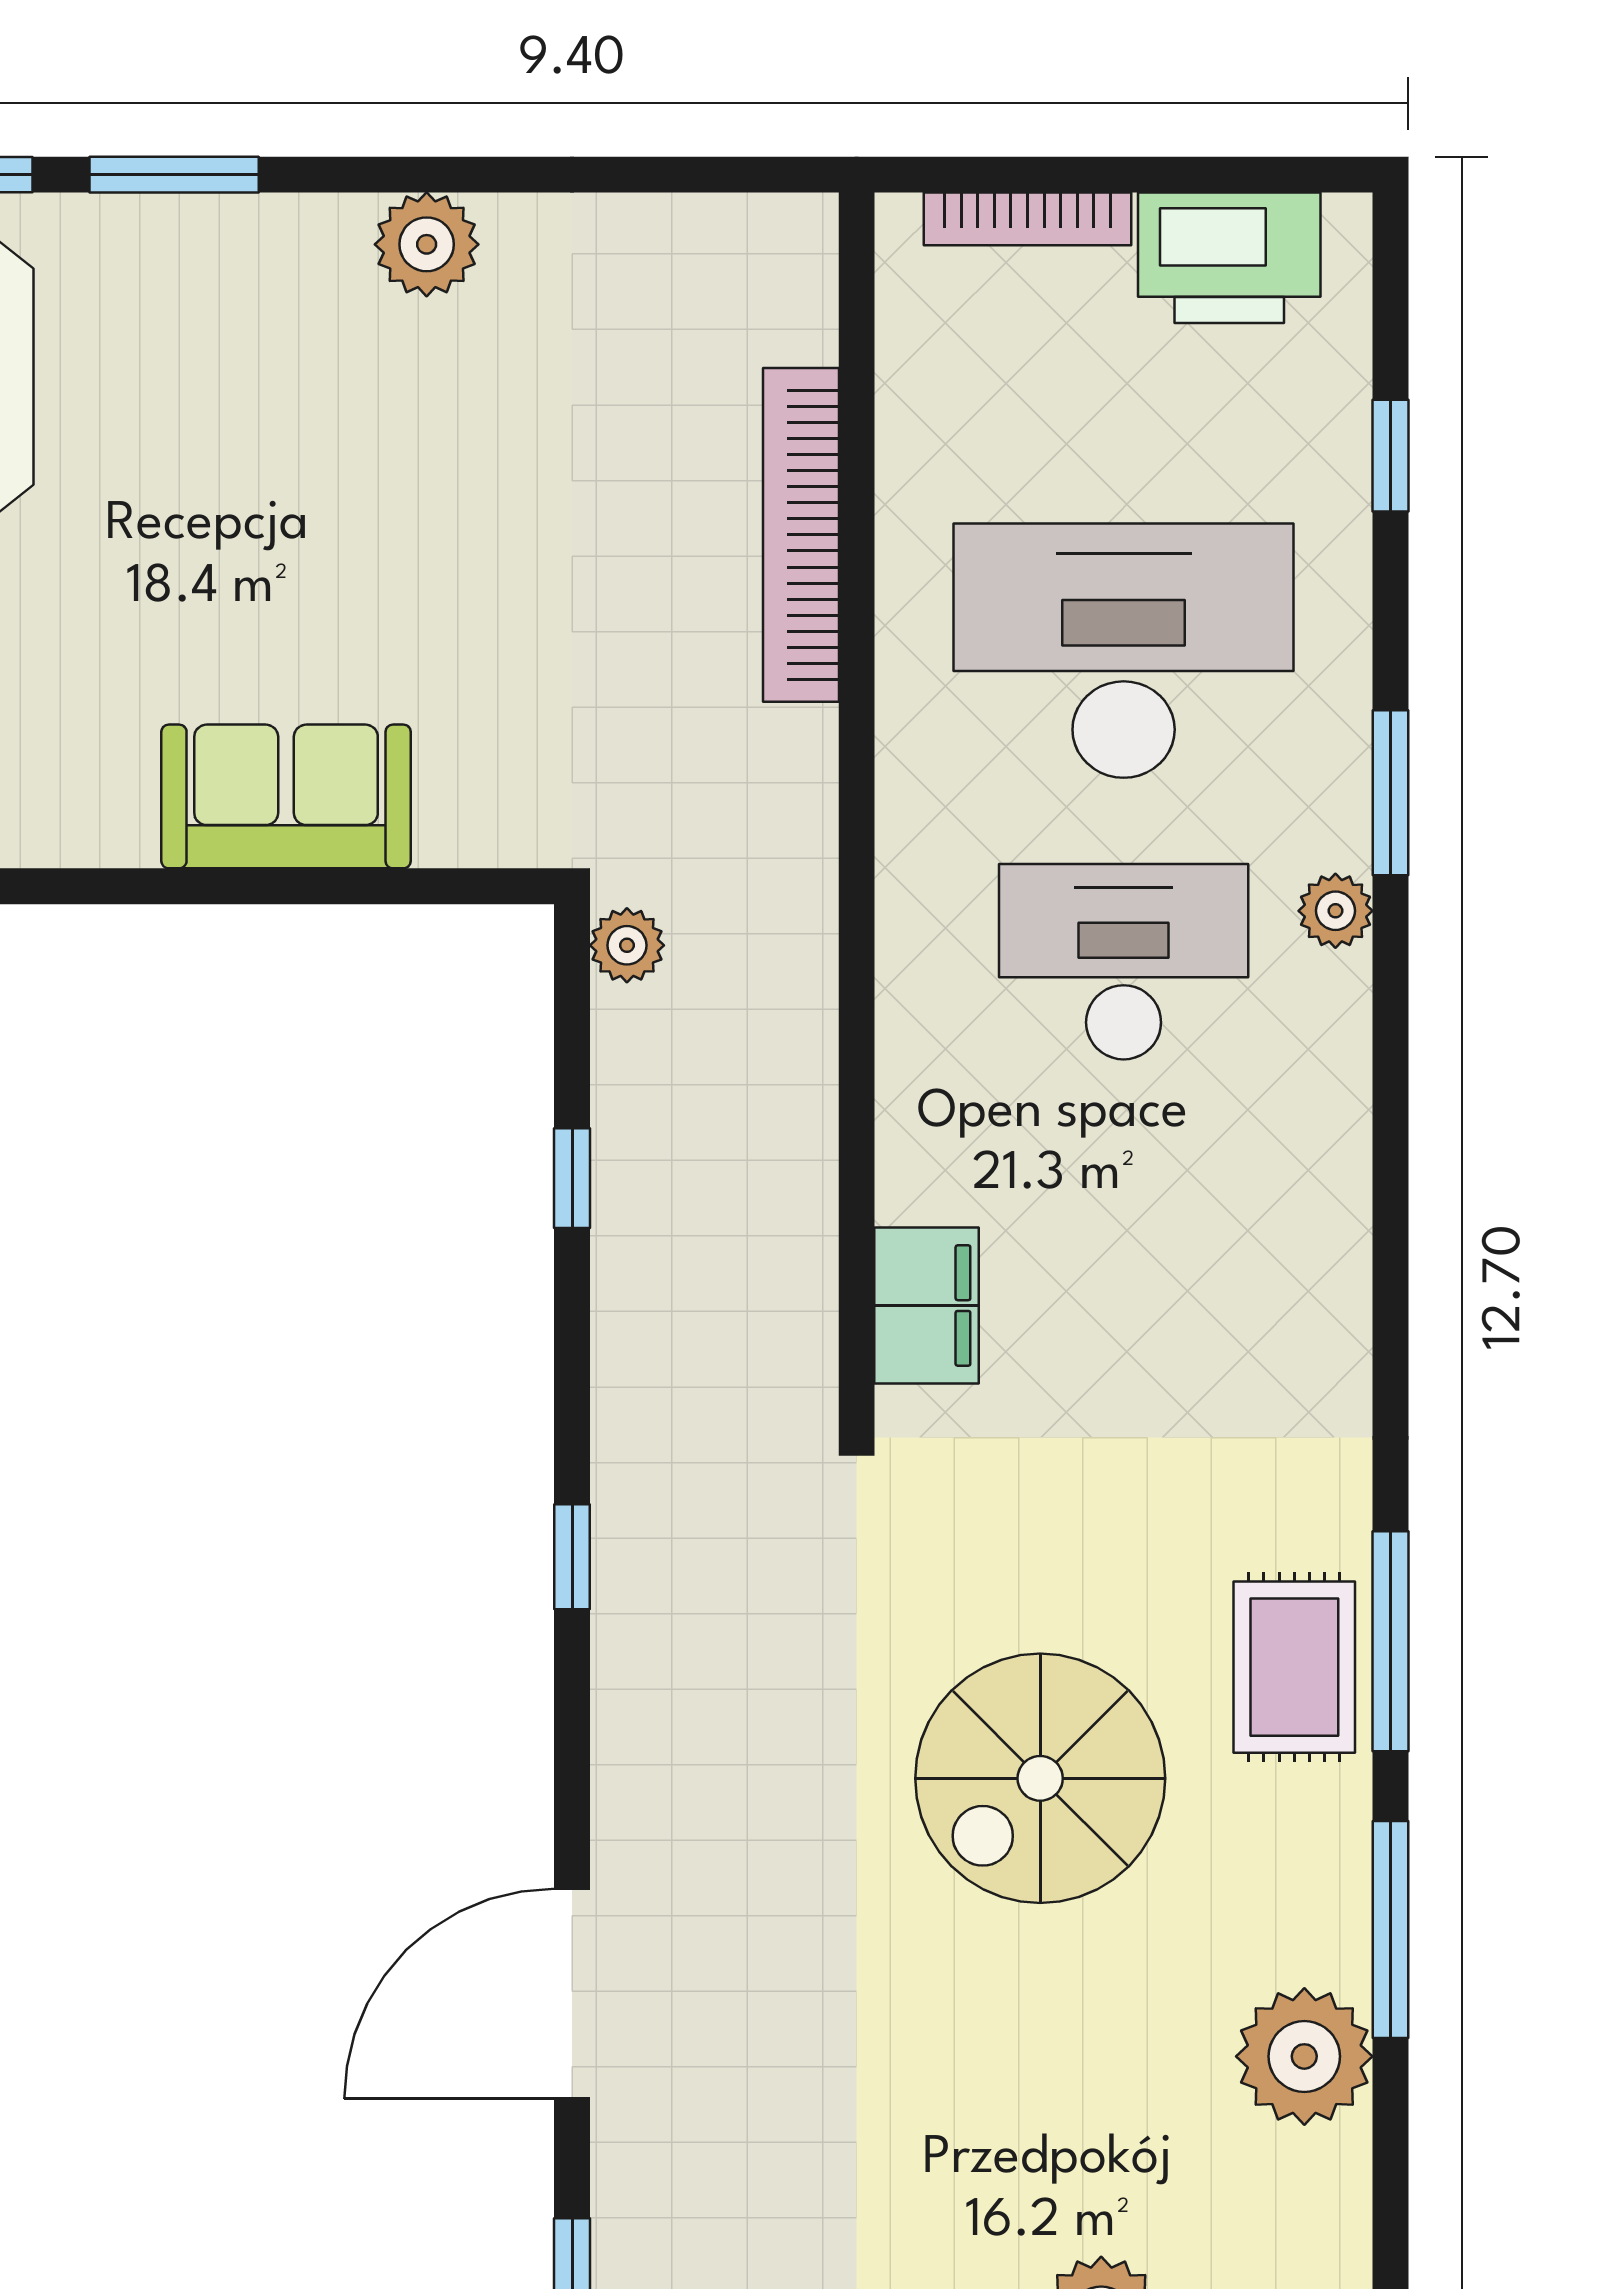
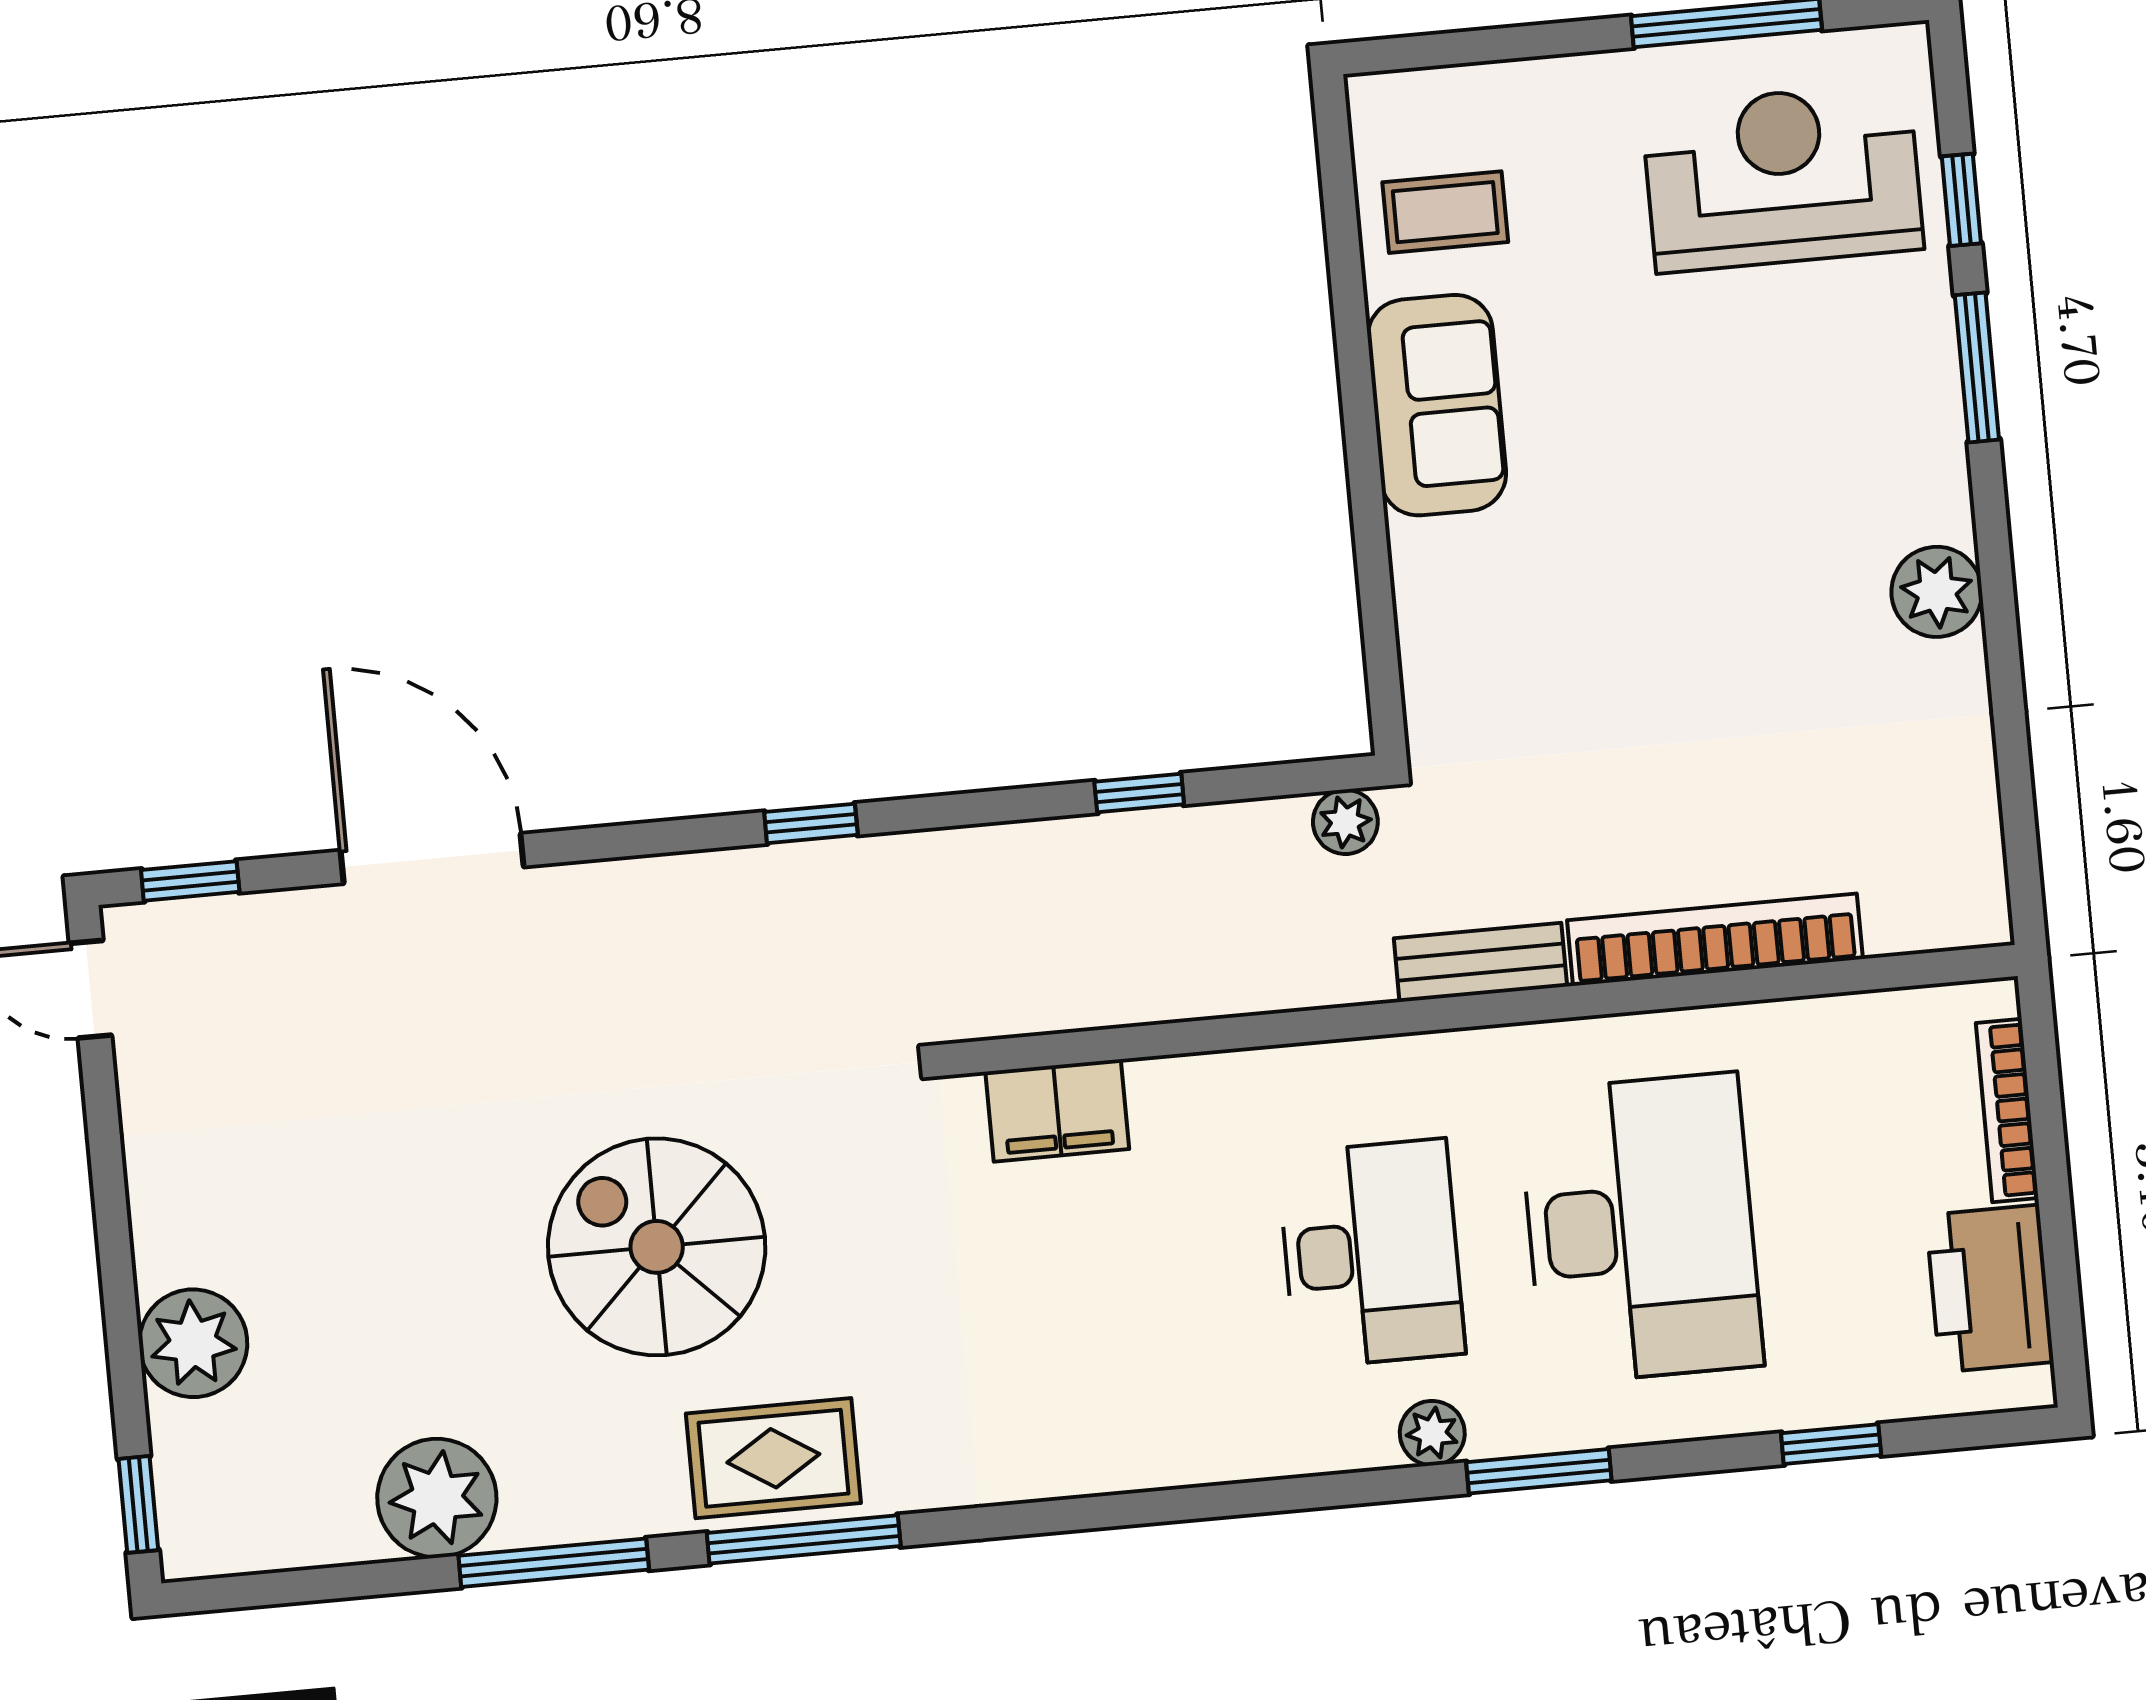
sofa: (286, 796) -> (1437, 405), moved
bench: (802, 806) -> (1480, 962), added

